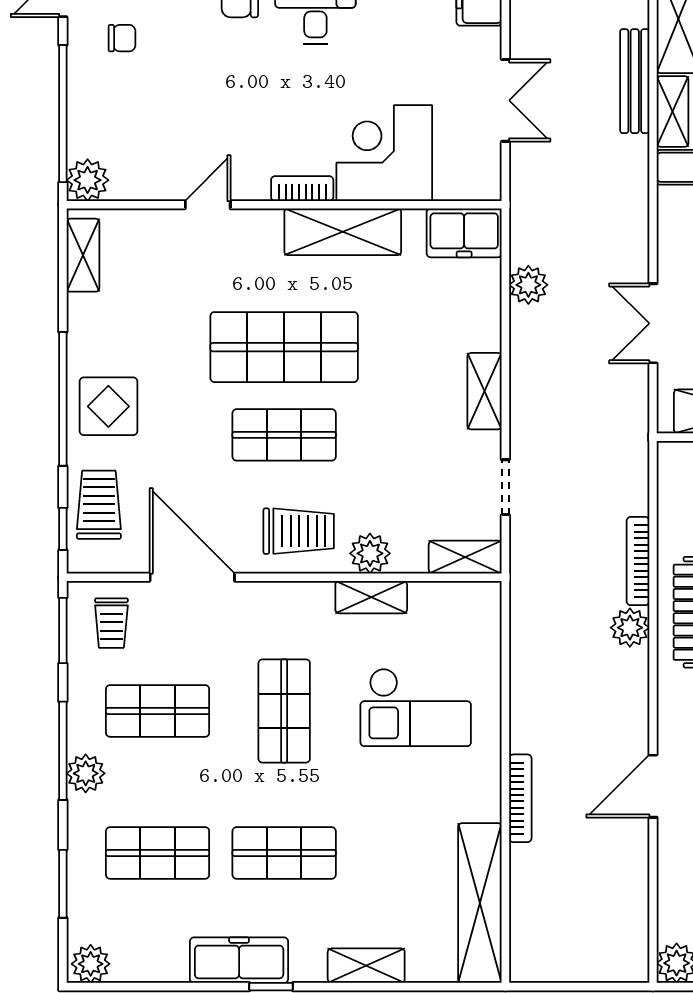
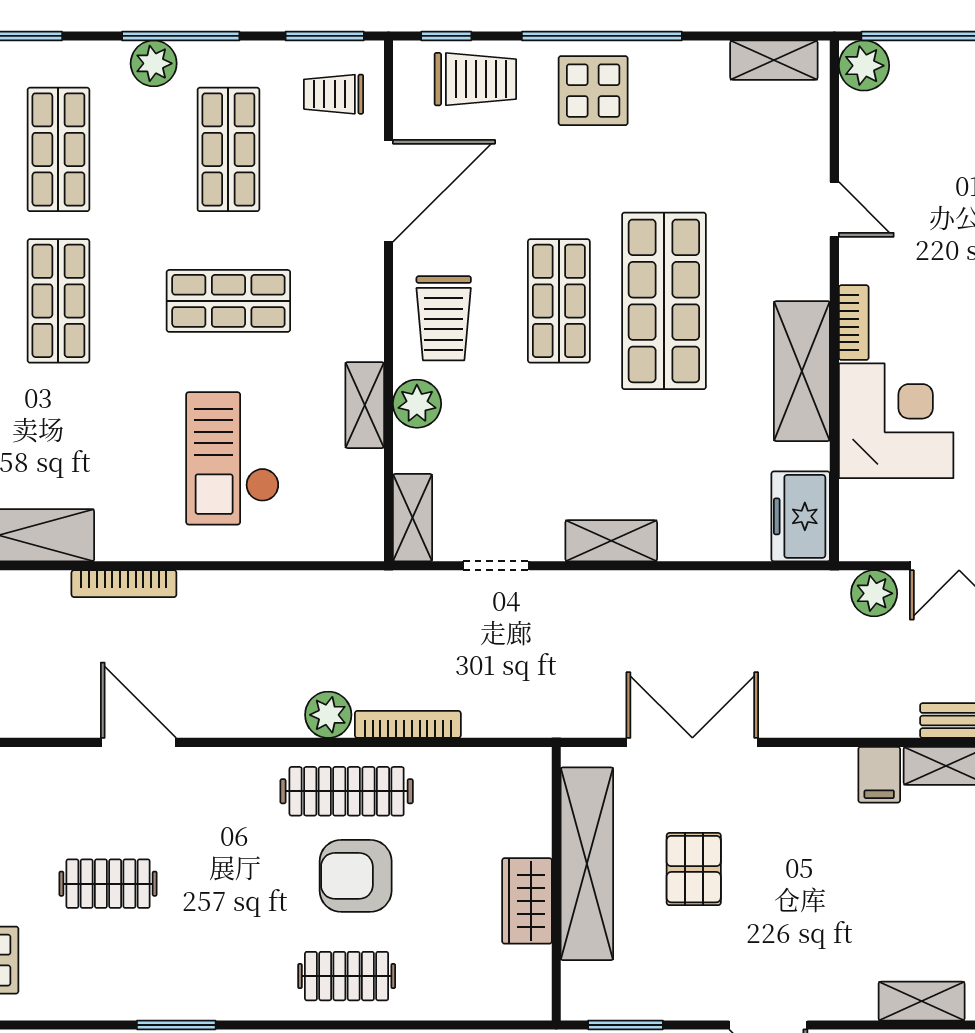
plant: (528, 285) -> (874, 593), moved
double door: (653, 323) -> (692, 742), width x1.37

